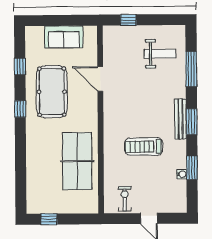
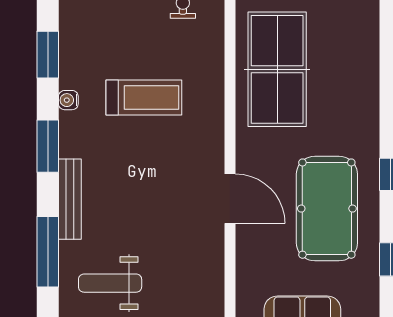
door: (100, 79) -> (230, 199), moved
bench: (181, 119) -> (70, 199), moved
water cooler: (182, 174) -> (68, 100), moved

